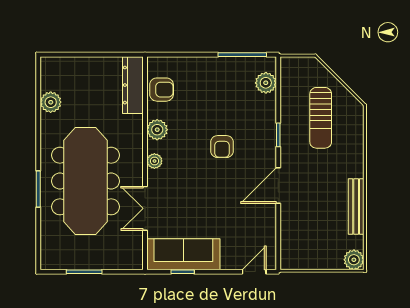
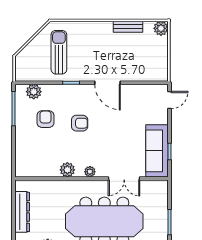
dresser: (133, 85) -> (22, 212), moved, turned -90
armchair: (162, 90) -> (45, 119), moved
sun lounger: (321, 118) -> (59, 52), turned -90
bench: (356, 206) -> (128, 27), width x0.73
door: (254, 272) -> (170, 100), swing flipped

